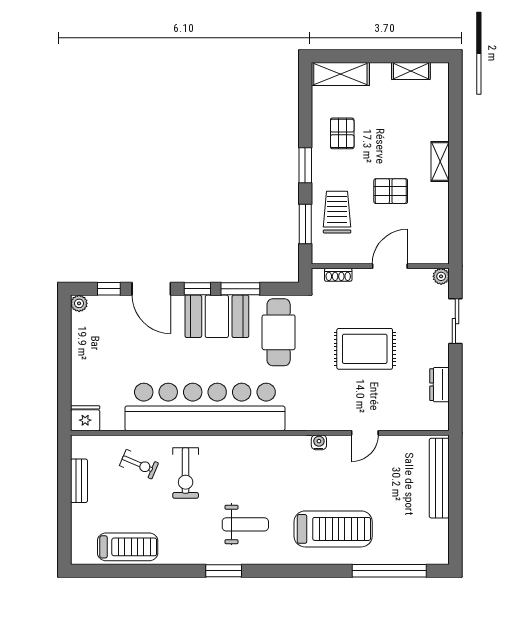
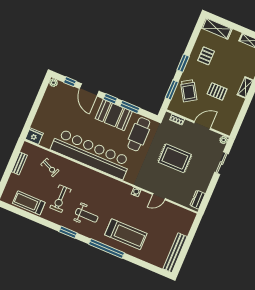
trolley: (337, 212) -> (189, 91), turned 148
dresser: (440, 385) -> (198, 200), moved
exercise bike: (186, 473) -> (60, 199), moved
bench: (439, 478) -> (175, 253), moved
treadmill: (128, 547) -> (29, 203), turned 180
window: (389, 571) -> (106, 248), moved

